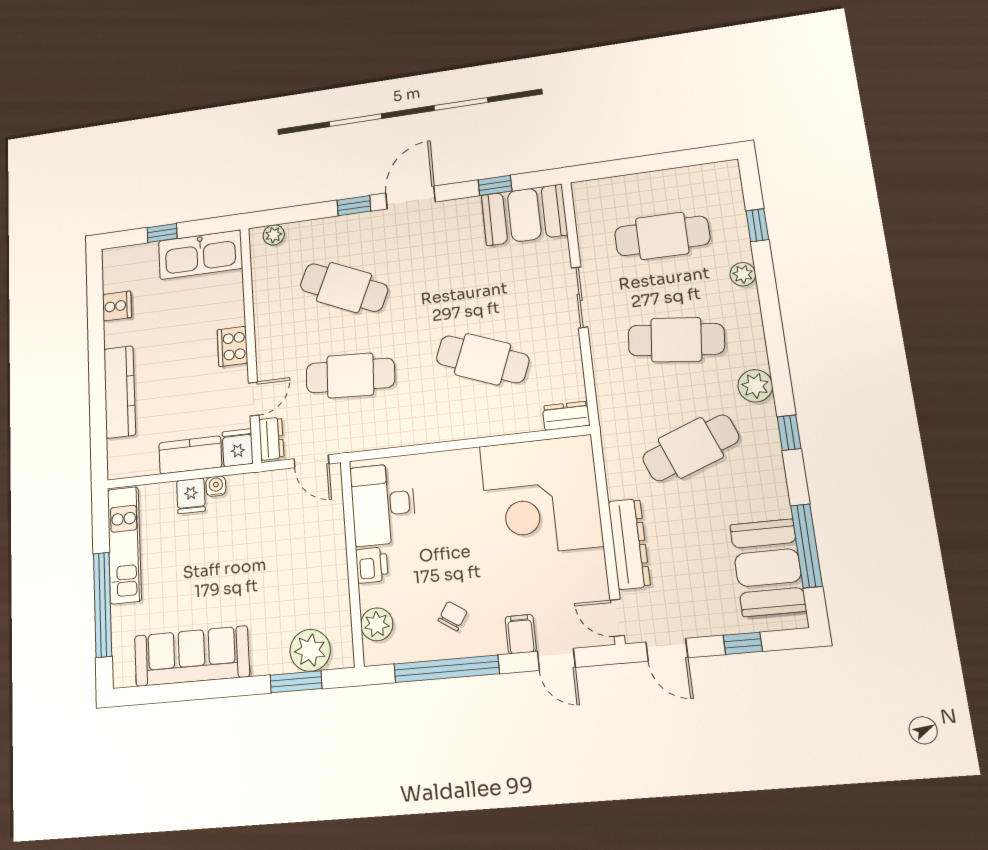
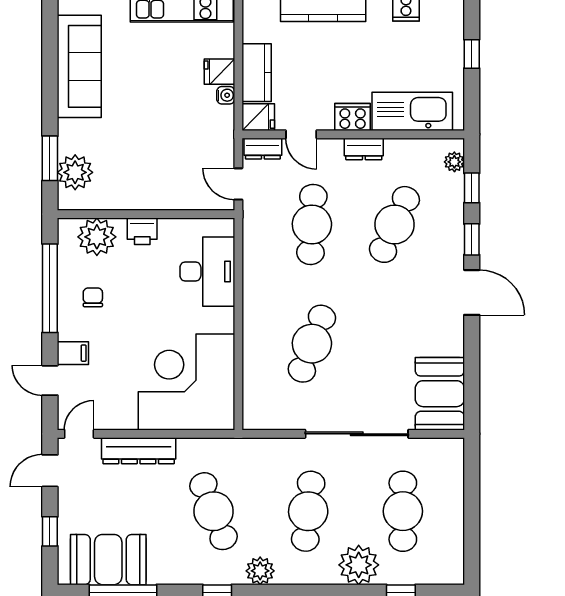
window: (495, 185) -> (472, 188), moved
kitchen sink: (200, 255) -> (412, 111), moved, turned 90
plant: (743, 274) -> (359, 565), width x1.87, depth x1.87
sliding door: (580, 297) -> (357, 434), width x1.86
dresser: (566, 416) -> (364, 149), moved, turned 90
door: (311, 461) -> (238, 184), hinge flipped
desk: (383, 504) -> (207, 272), moved, turned 90
chair: (453, 616) -> (93, 297), turned -123
plant: (377, 624) -> (97, 237), width x1.36, depth x1.36
door: (556, 659) -> (50, 380), hinge flipped

